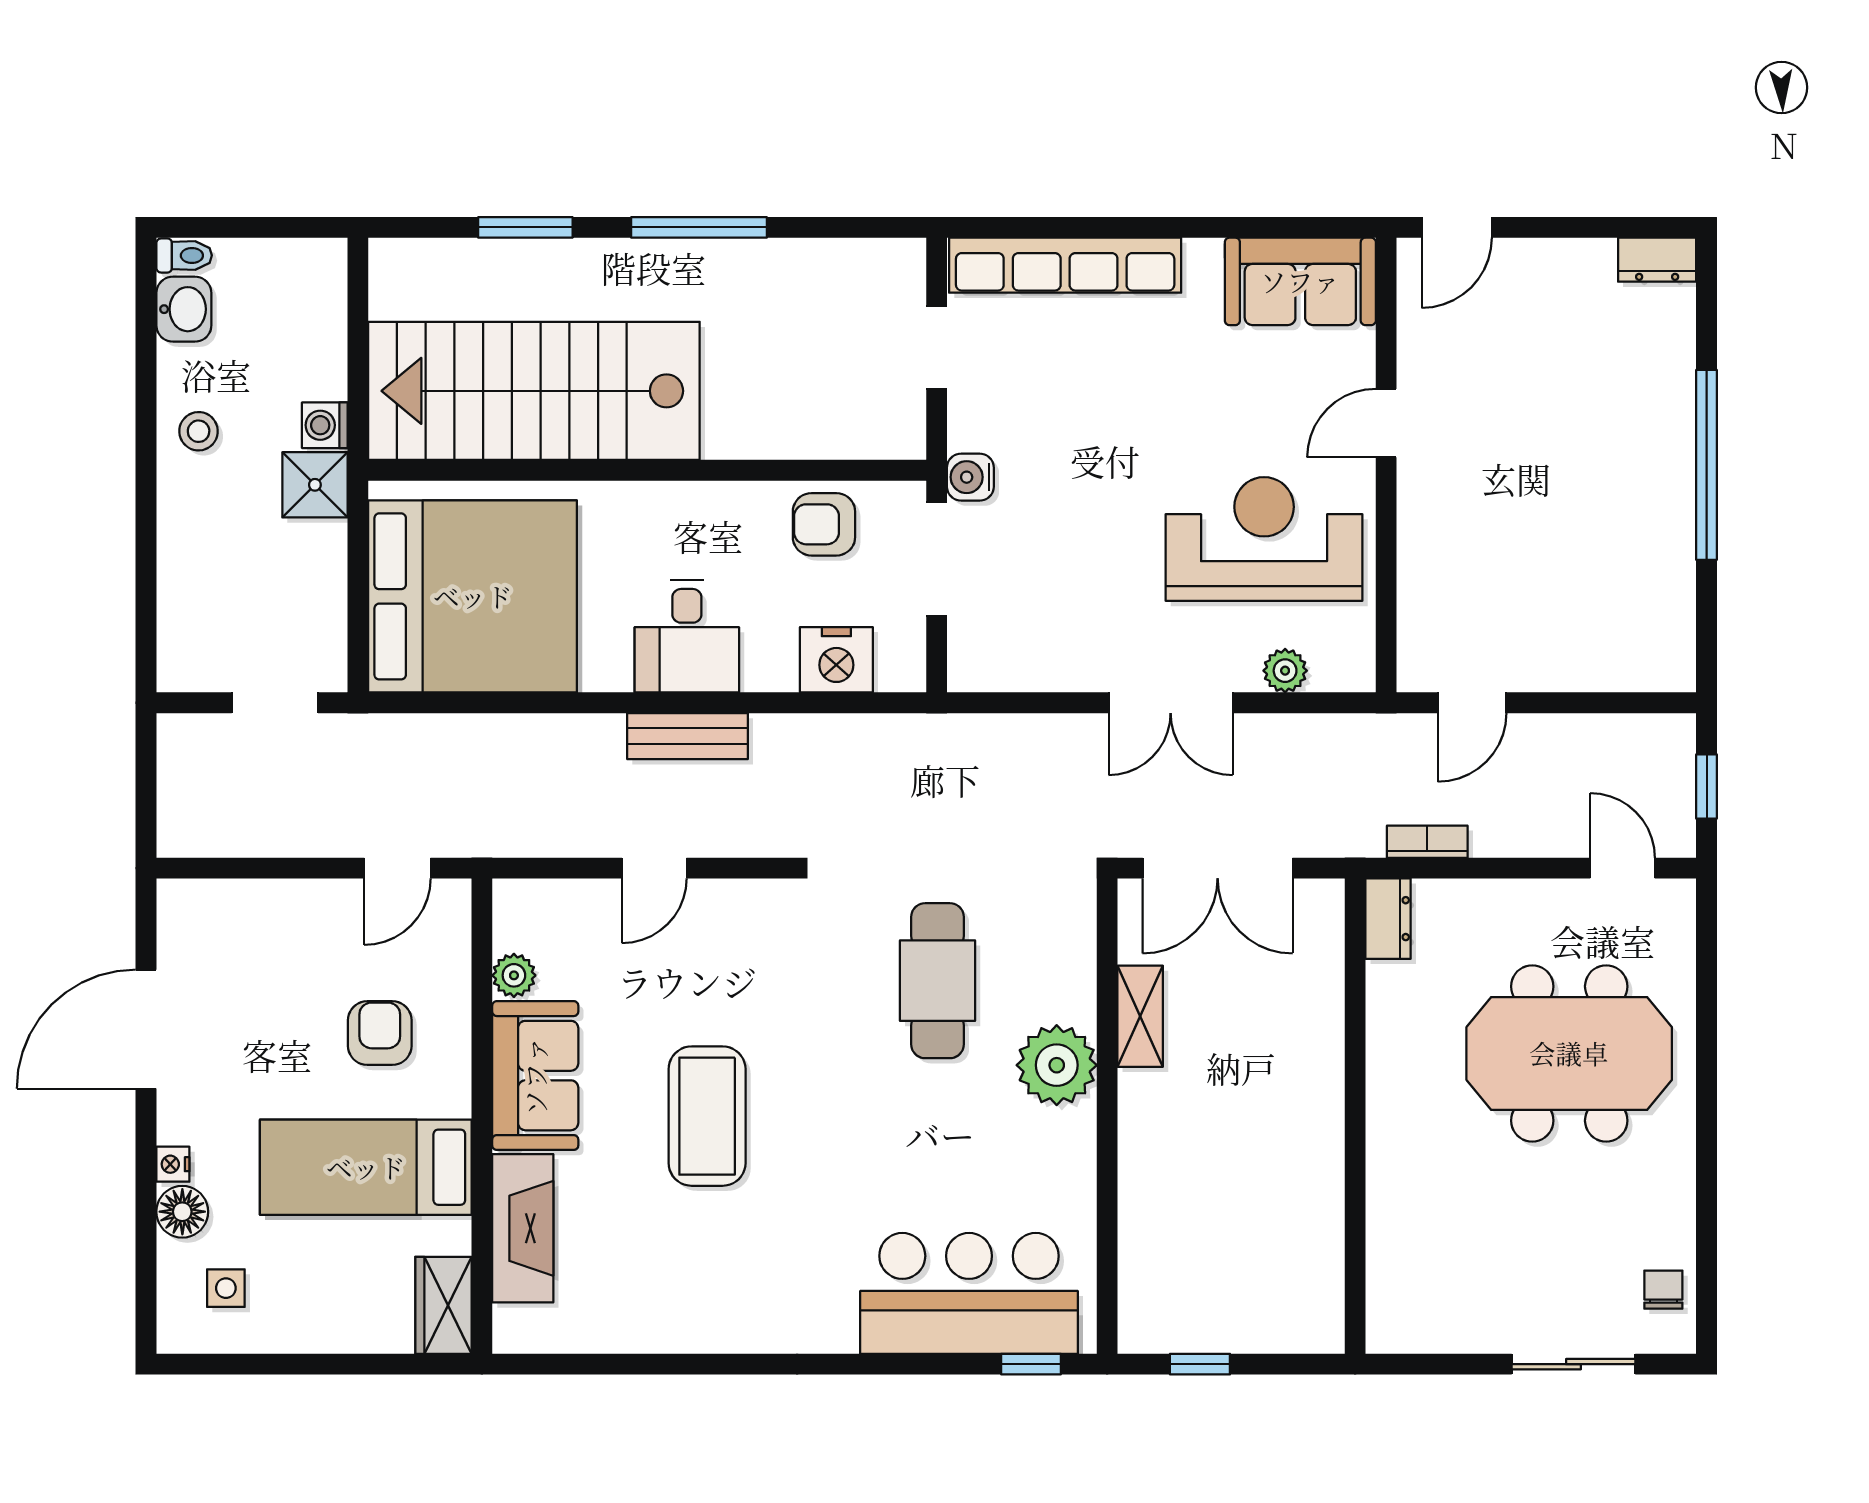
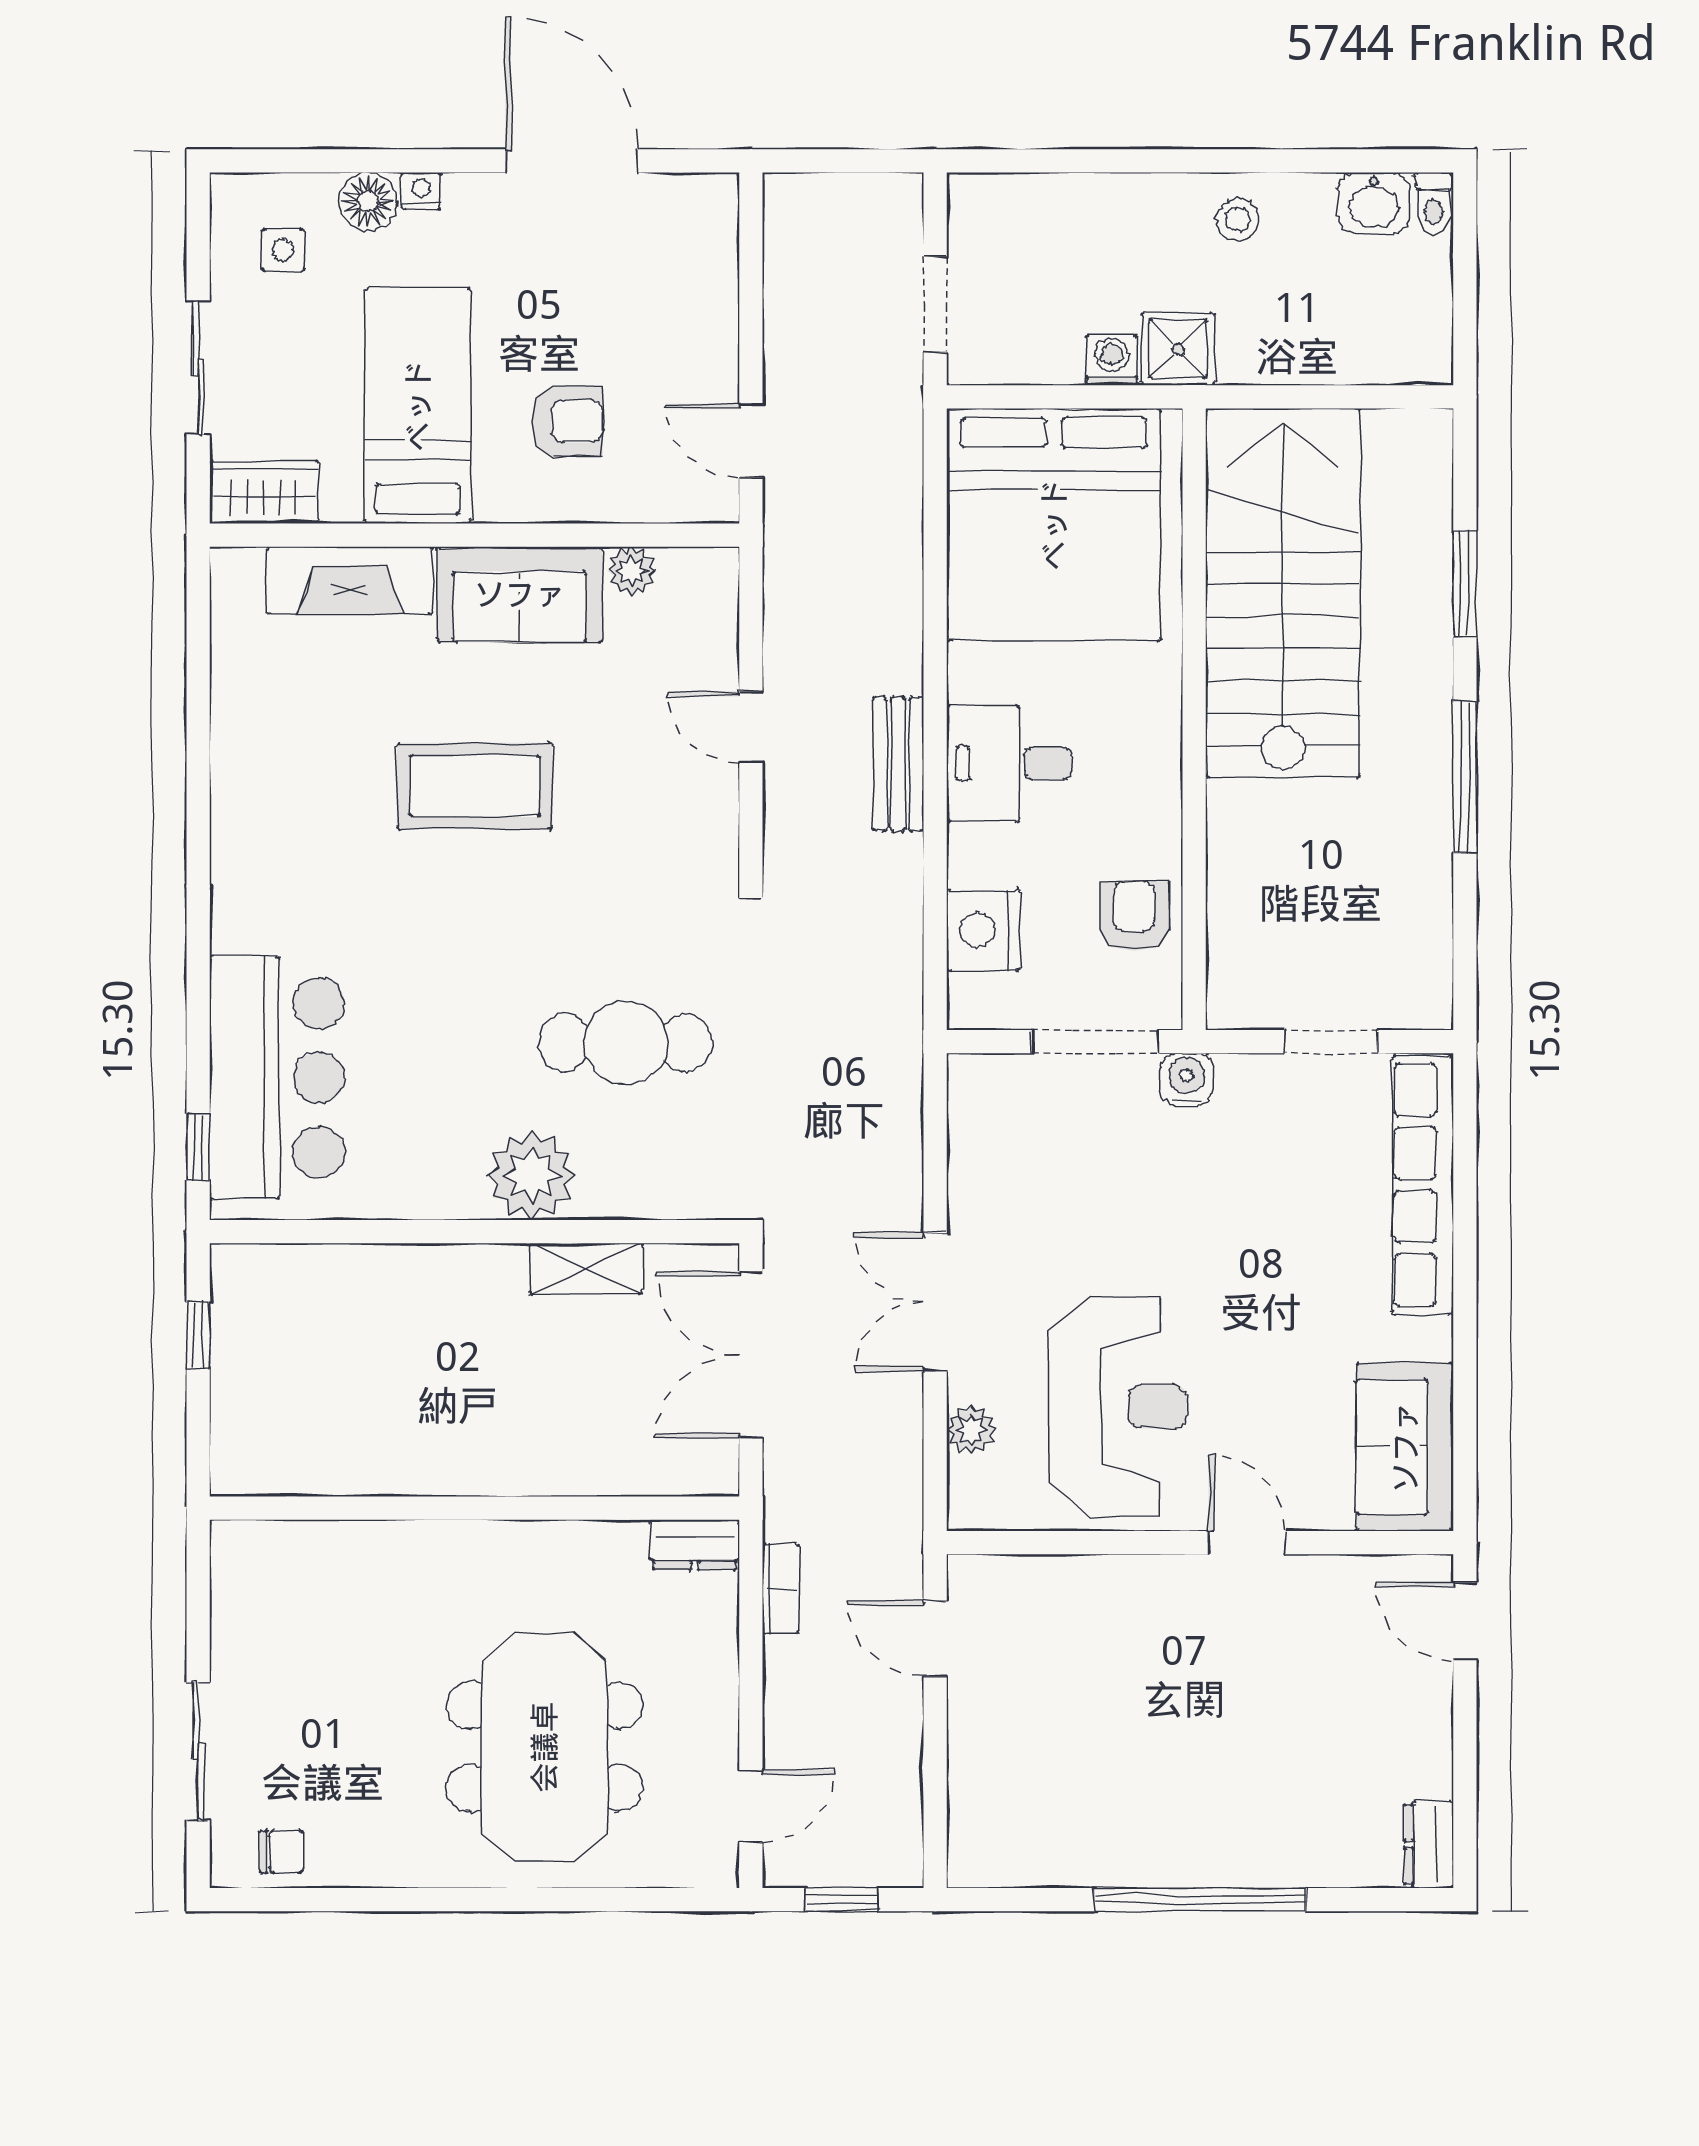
washing machine: (325, 425) -> (1112, 360), moved
sliding door: (332, 1364) -> (198, 368), added

